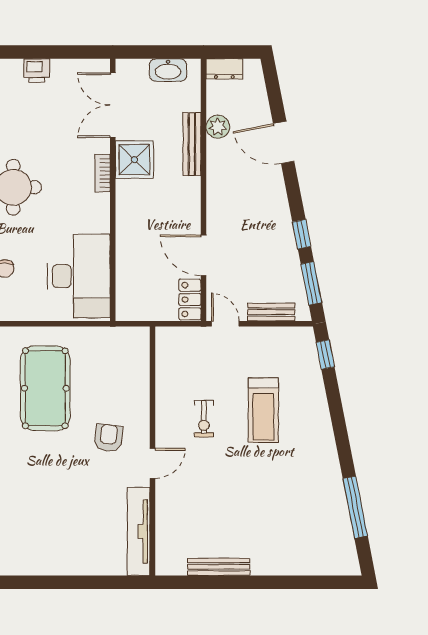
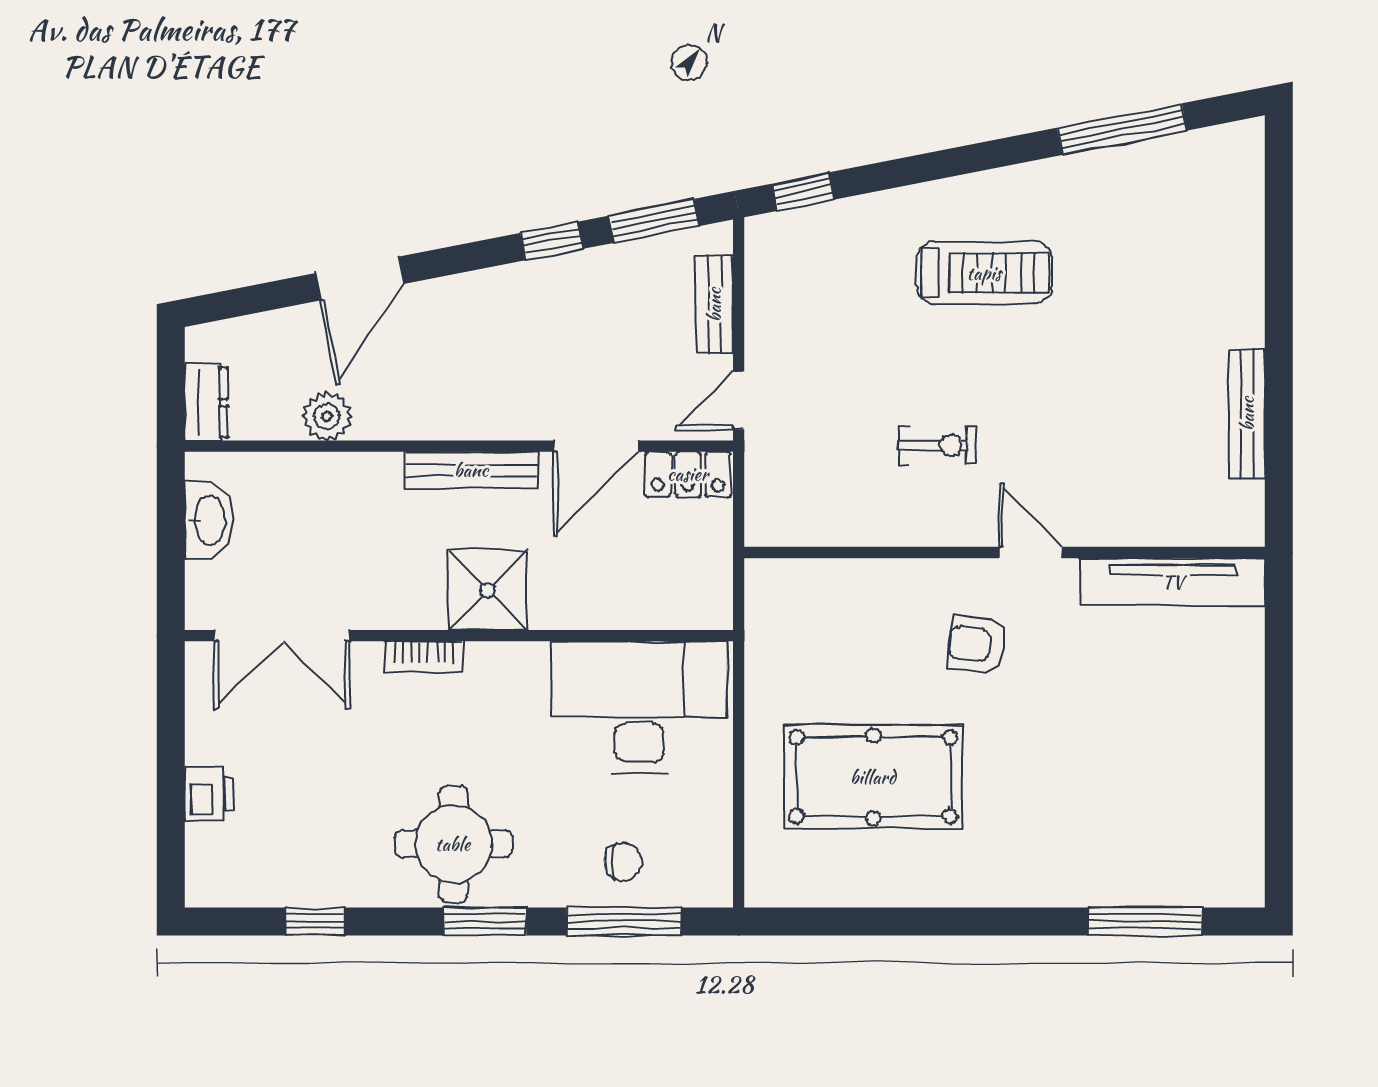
bench: (192, 144) -> (471, 470), moved
shower: (134, 160) -> (487, 591), moved
treadmill: (263, 410) -> (984, 273), moved

